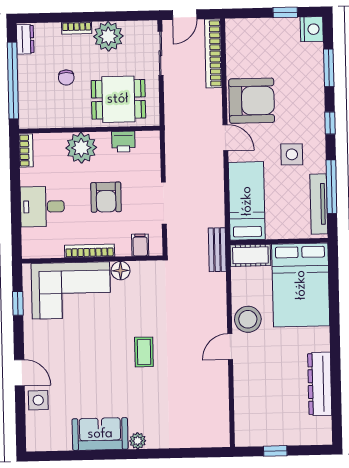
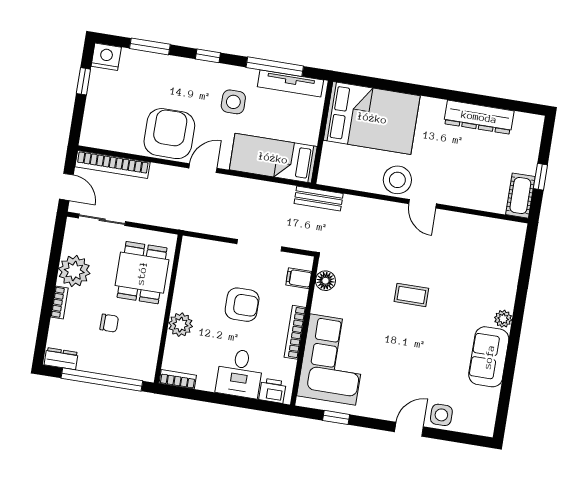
printer: (123, 142) -> (272, 391), moved, turned -90
plant: (81, 148) -> (181, 325), width x0.73, depth x0.73
cot: (250, 255) -> (520, 196), moved
floor lamp: (121, 271) -> (325, 281), moved

